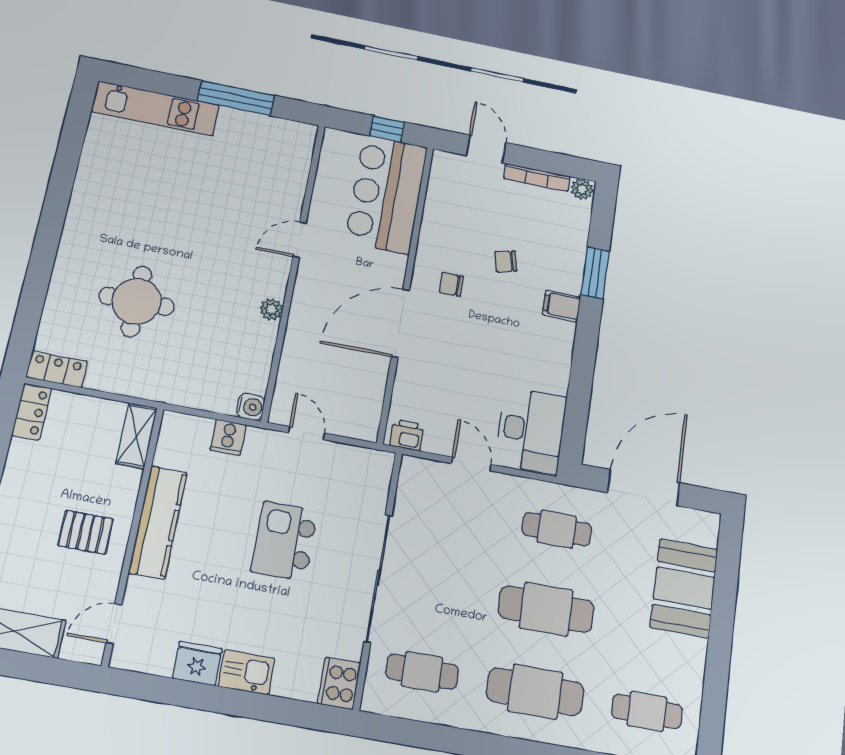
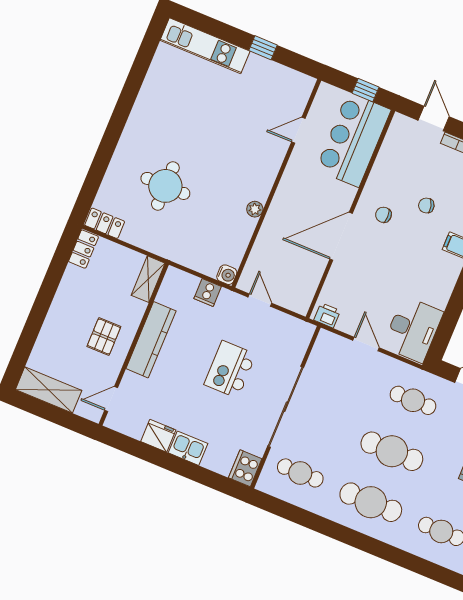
window: (236, 98) -> (263, 48), width x0.46
door: (300, 240) -> (298, 130), moved
pallet: (86, 532) -> (104, 337), turned 90

